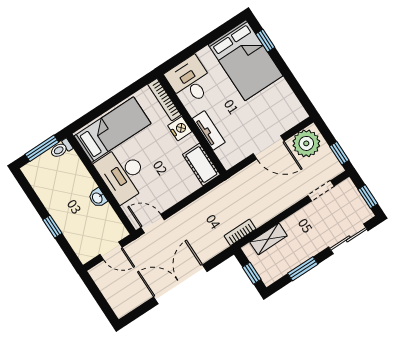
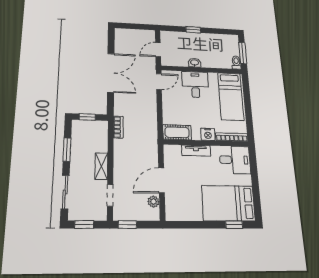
plant: (306, 143) -> (153, 202), width x0.53, depth x0.53
desk: (123, 174) -> (195, 85), width x0.73
shelving: (269, 239) -> (101, 166), moved

